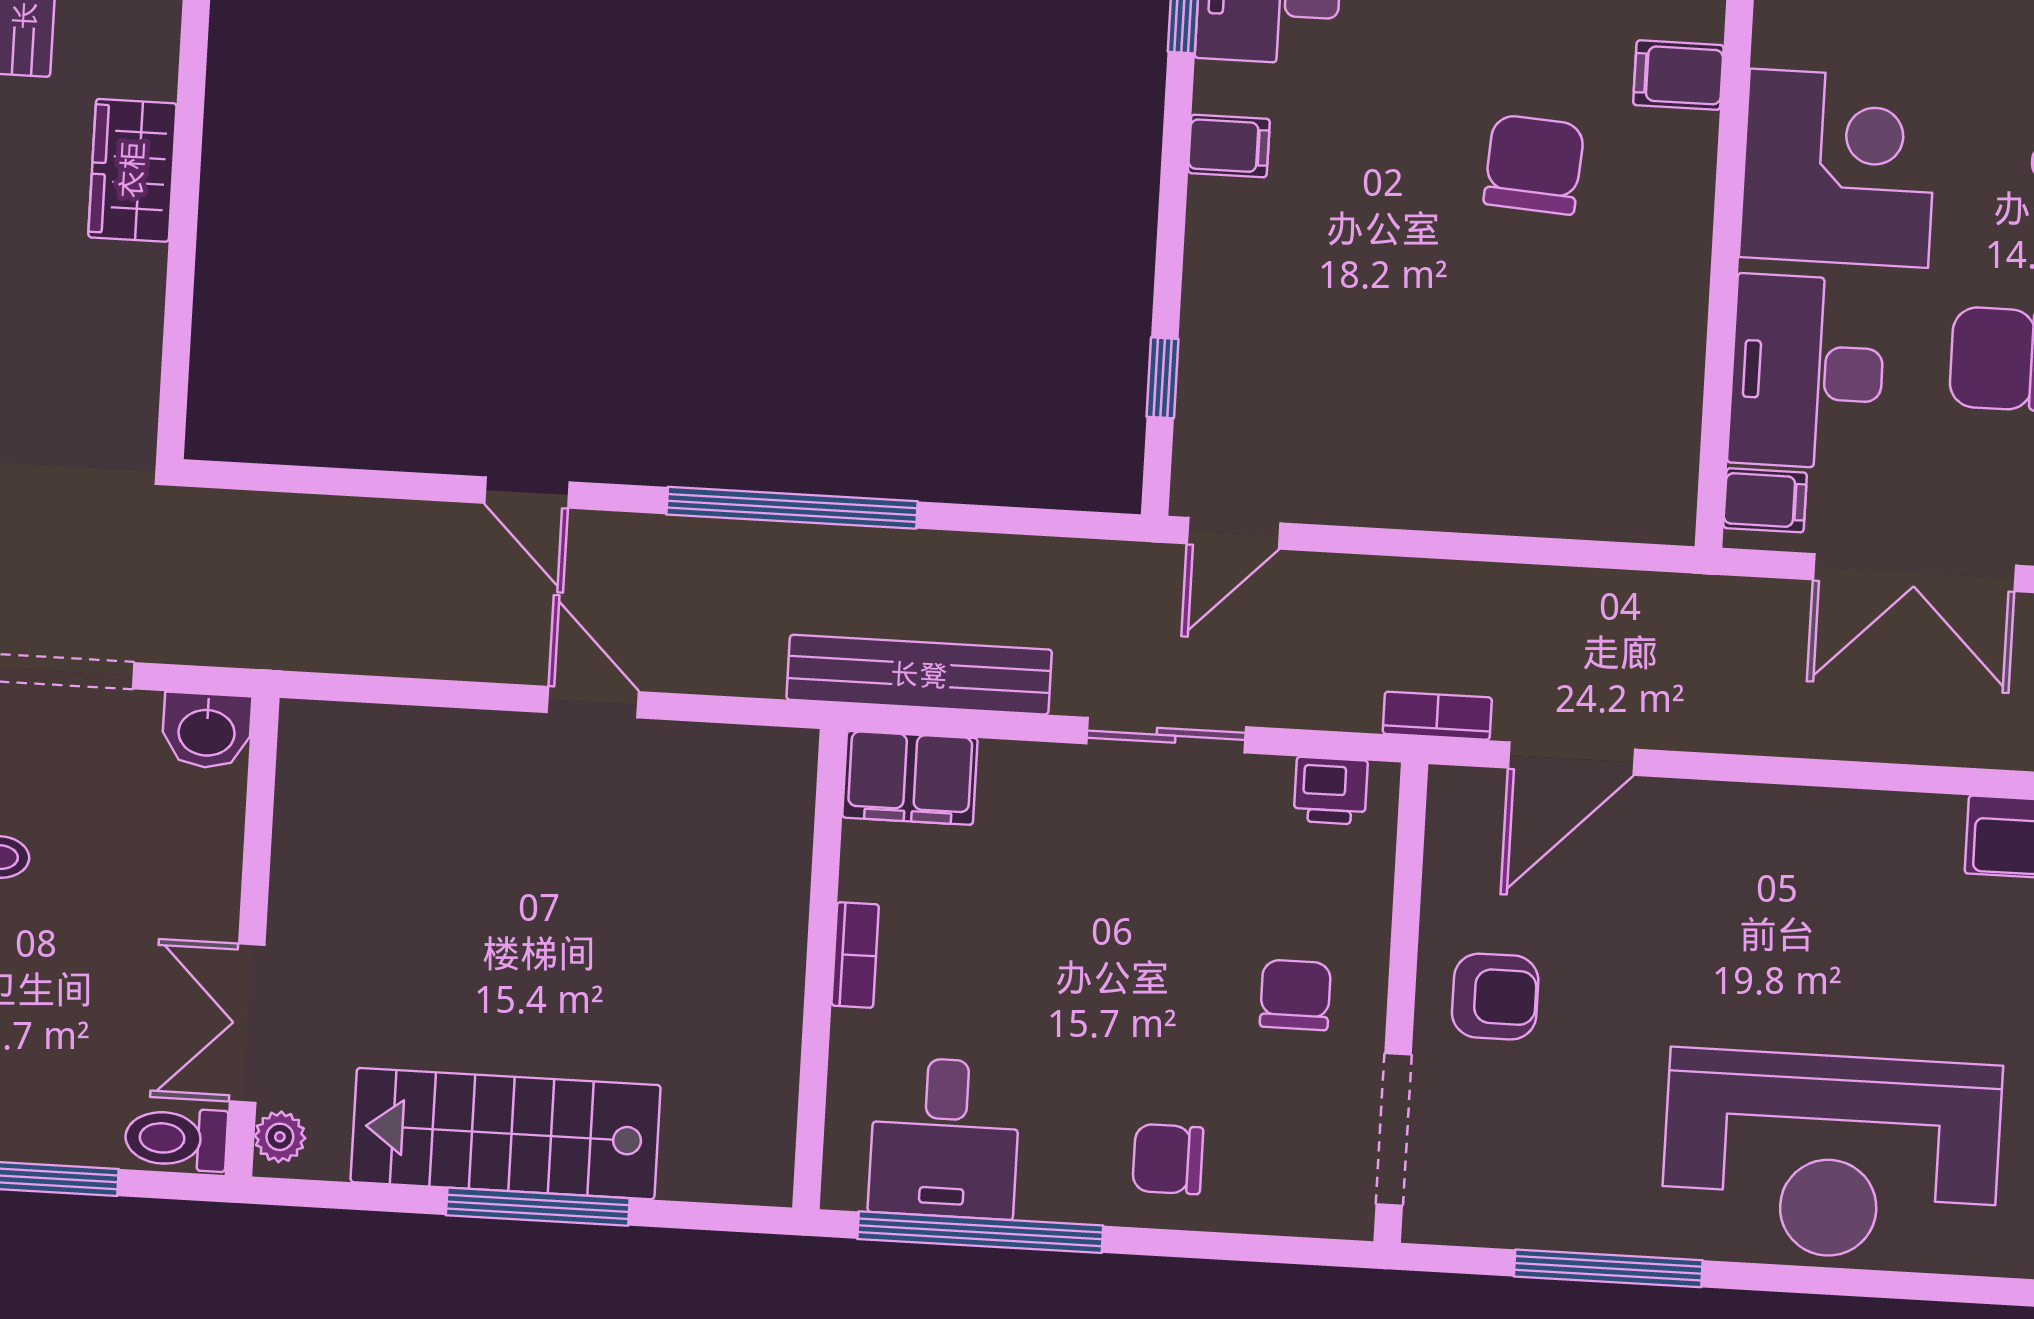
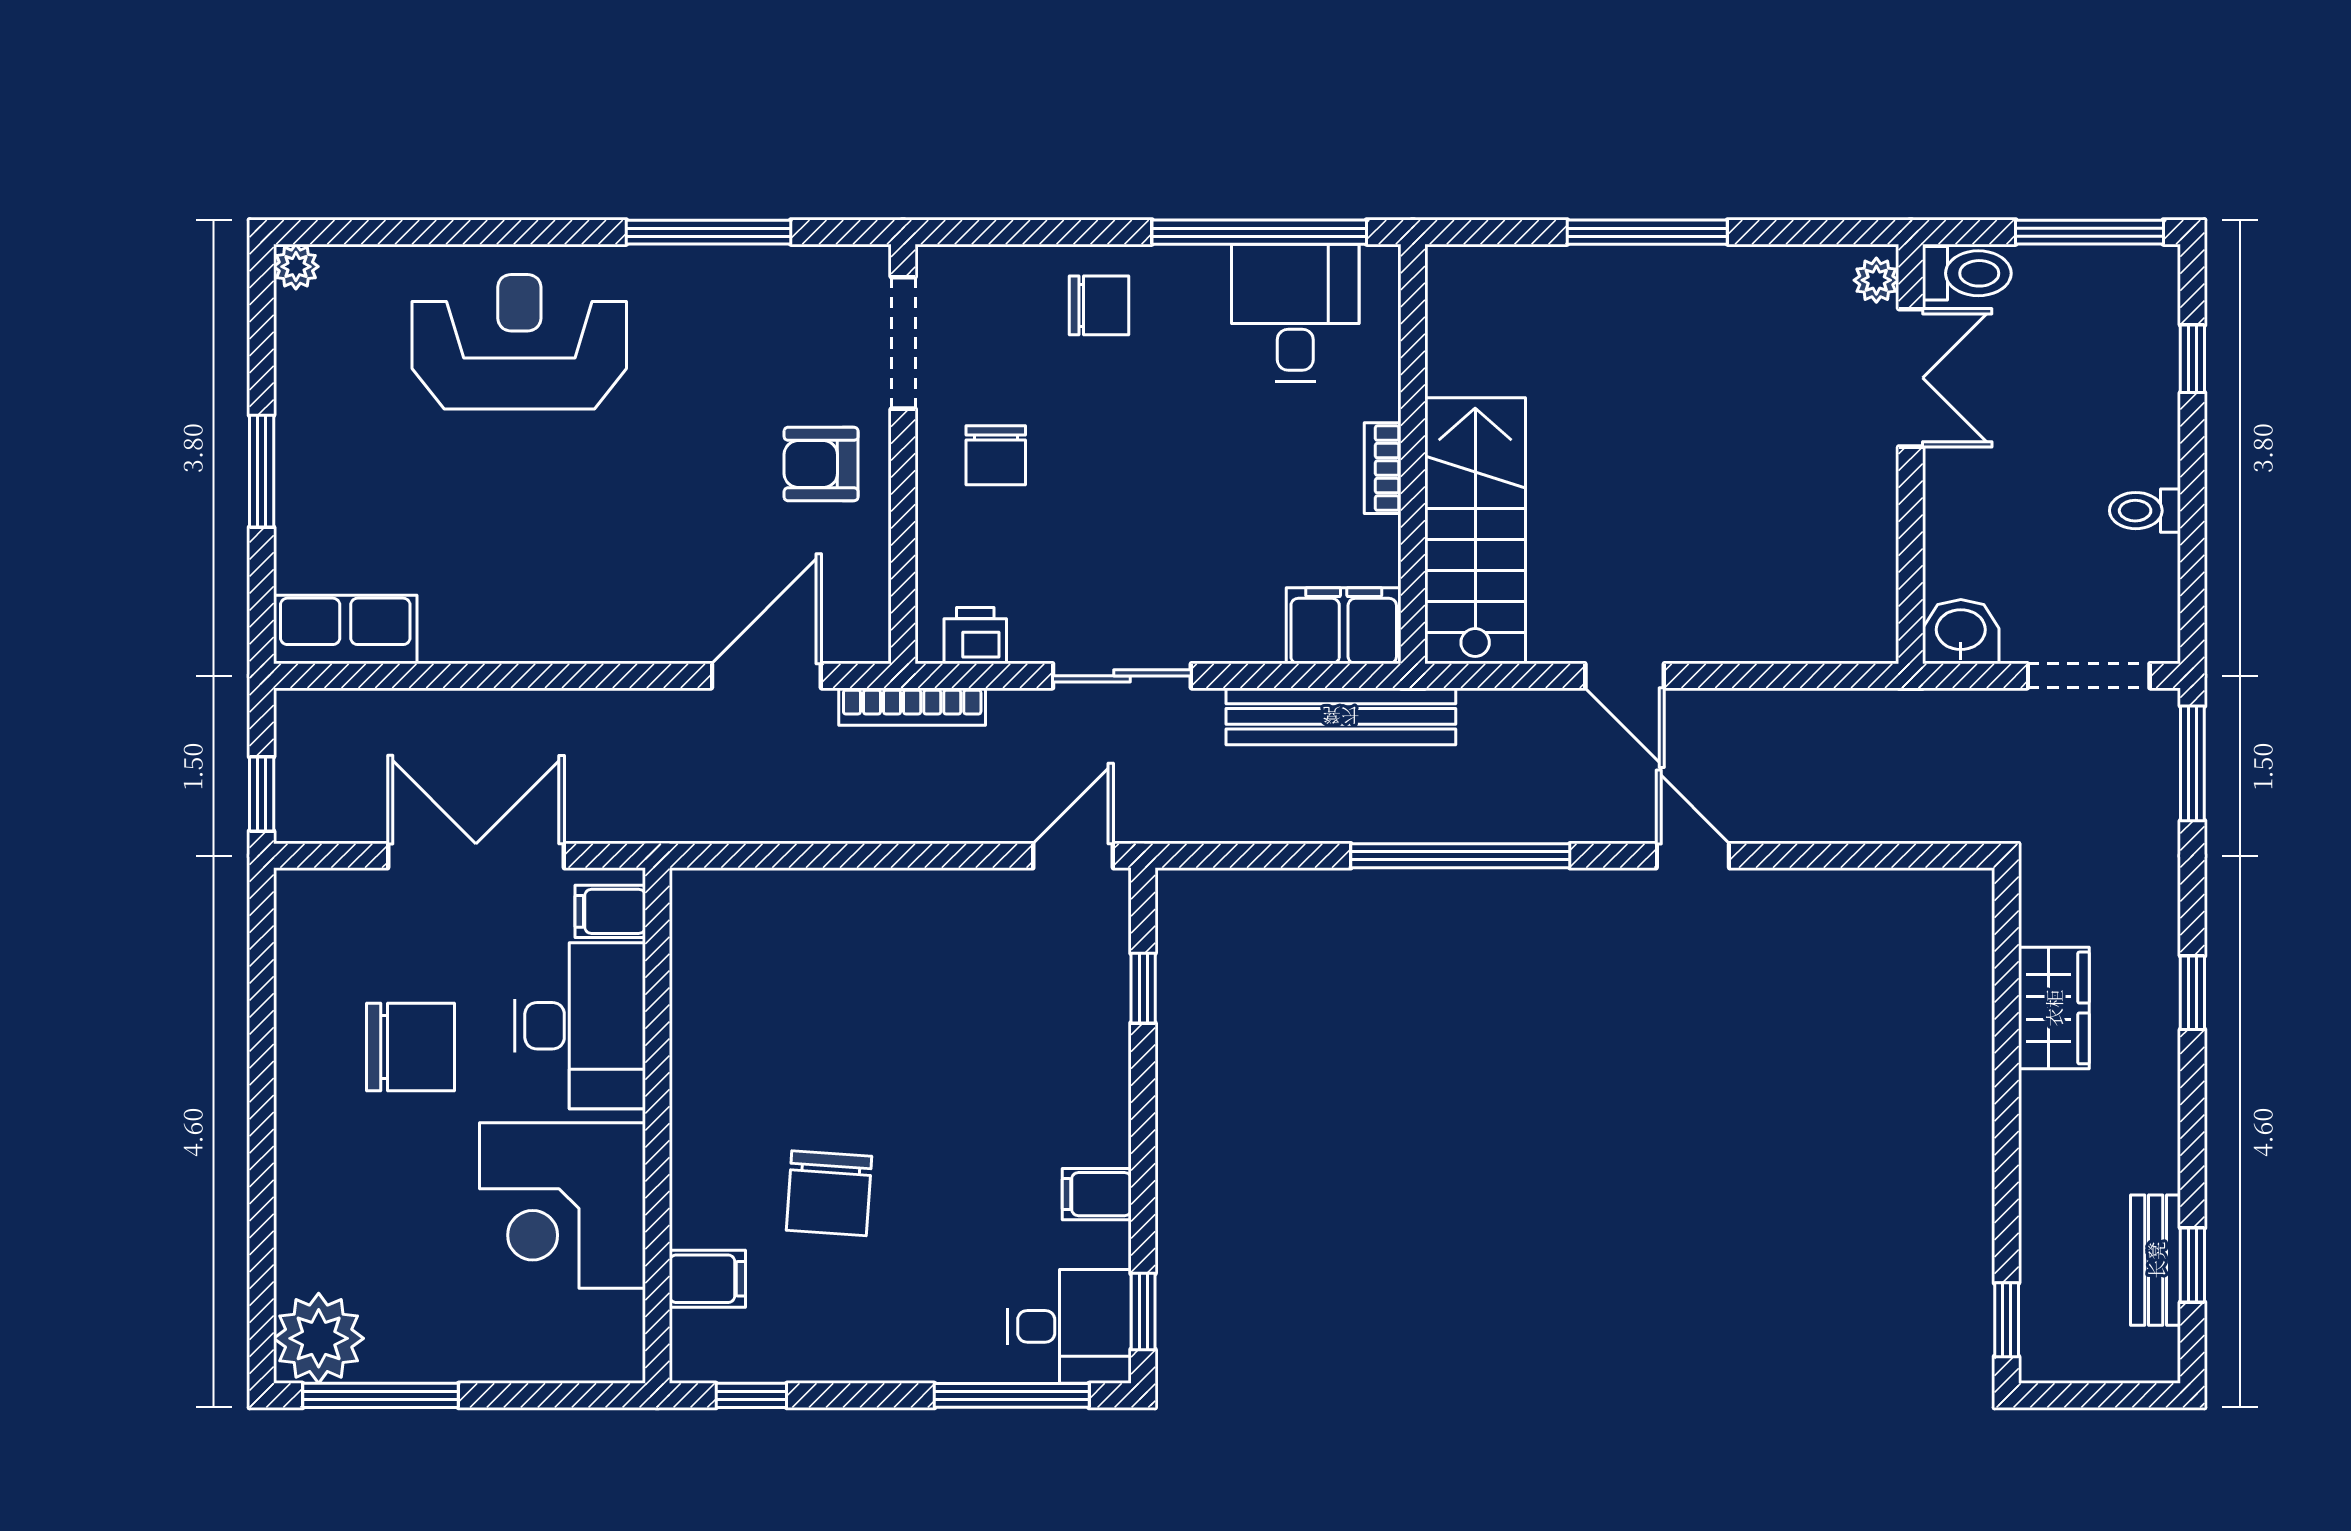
wardrobe: (132, 170) -> (2054, 1008), moved
bookcase: (1437, 716) -> (912, 707), width x1.56
stairs: (506, 1134) -> (1475, 531), moved, turned -90
reception desk: (1831, 1156) -> (519, 342), width x0.74, depth x0.77

